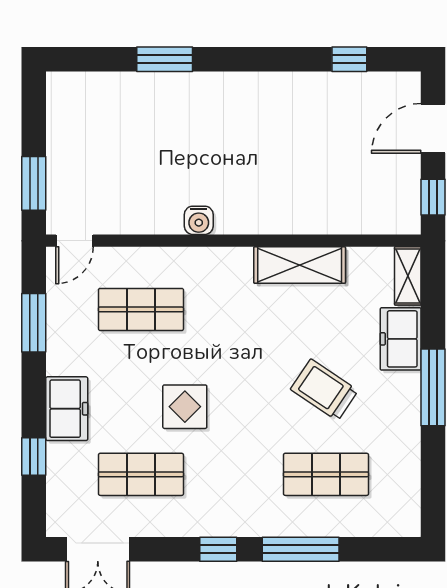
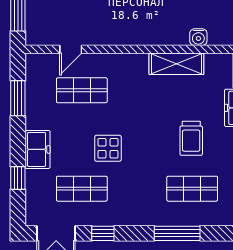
water cooler: (199, 220) -> (198, 37), moved
door: (75, 241) -> (71, 49), moved
trolley: (324, 390) -> (191, 138), turned -124
window: (218, 549) -> (103, 233), moved

